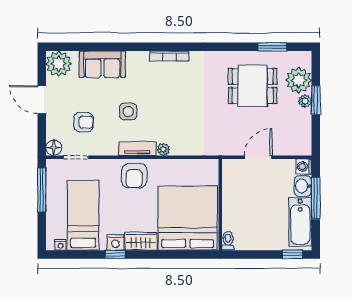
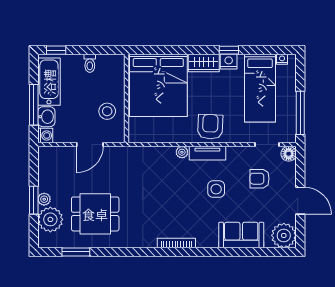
stool: (240, 192) -> (107, 111), added
toilet: (228, 241) -> (90, 63), moved

